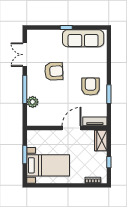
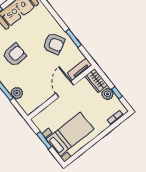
armchair: (91, 87) -> (54, 44), turned 152
plant: (101, 157) -> (107, 94), added

